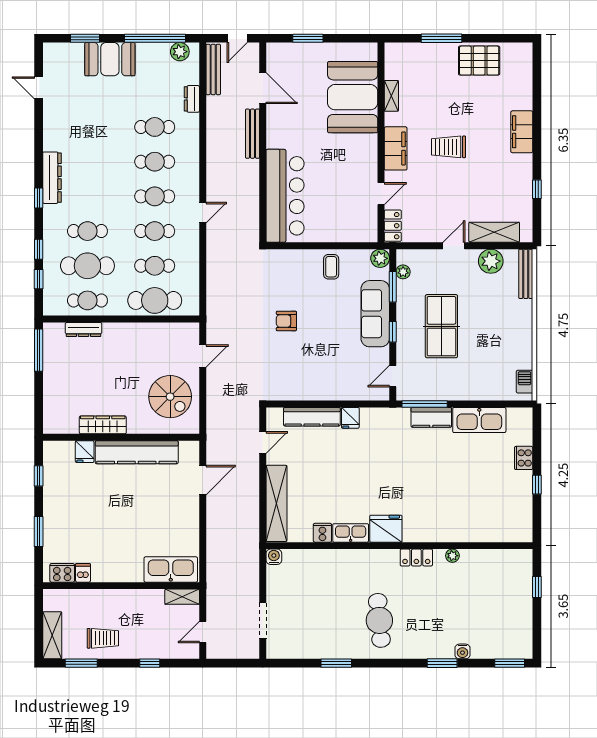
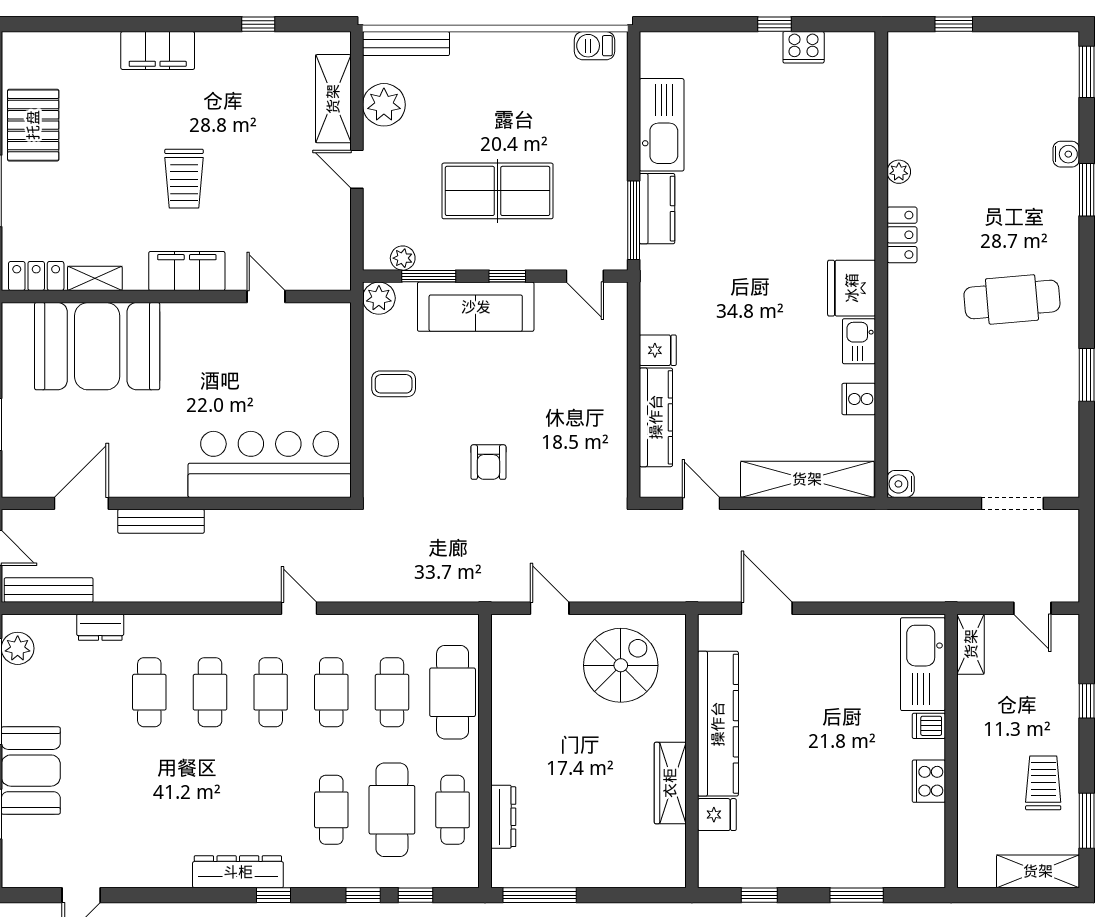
locker: (393, 226) -> (36, 276), moved
cooker: (524, 458) -> (804, 47), moved
kitchen sink: (351, 533) -> (859, 341), width x0.73
cooker: (62, 573) -> (929, 781), moved
dishwasher: (83, 573) -> (929, 726), moved

